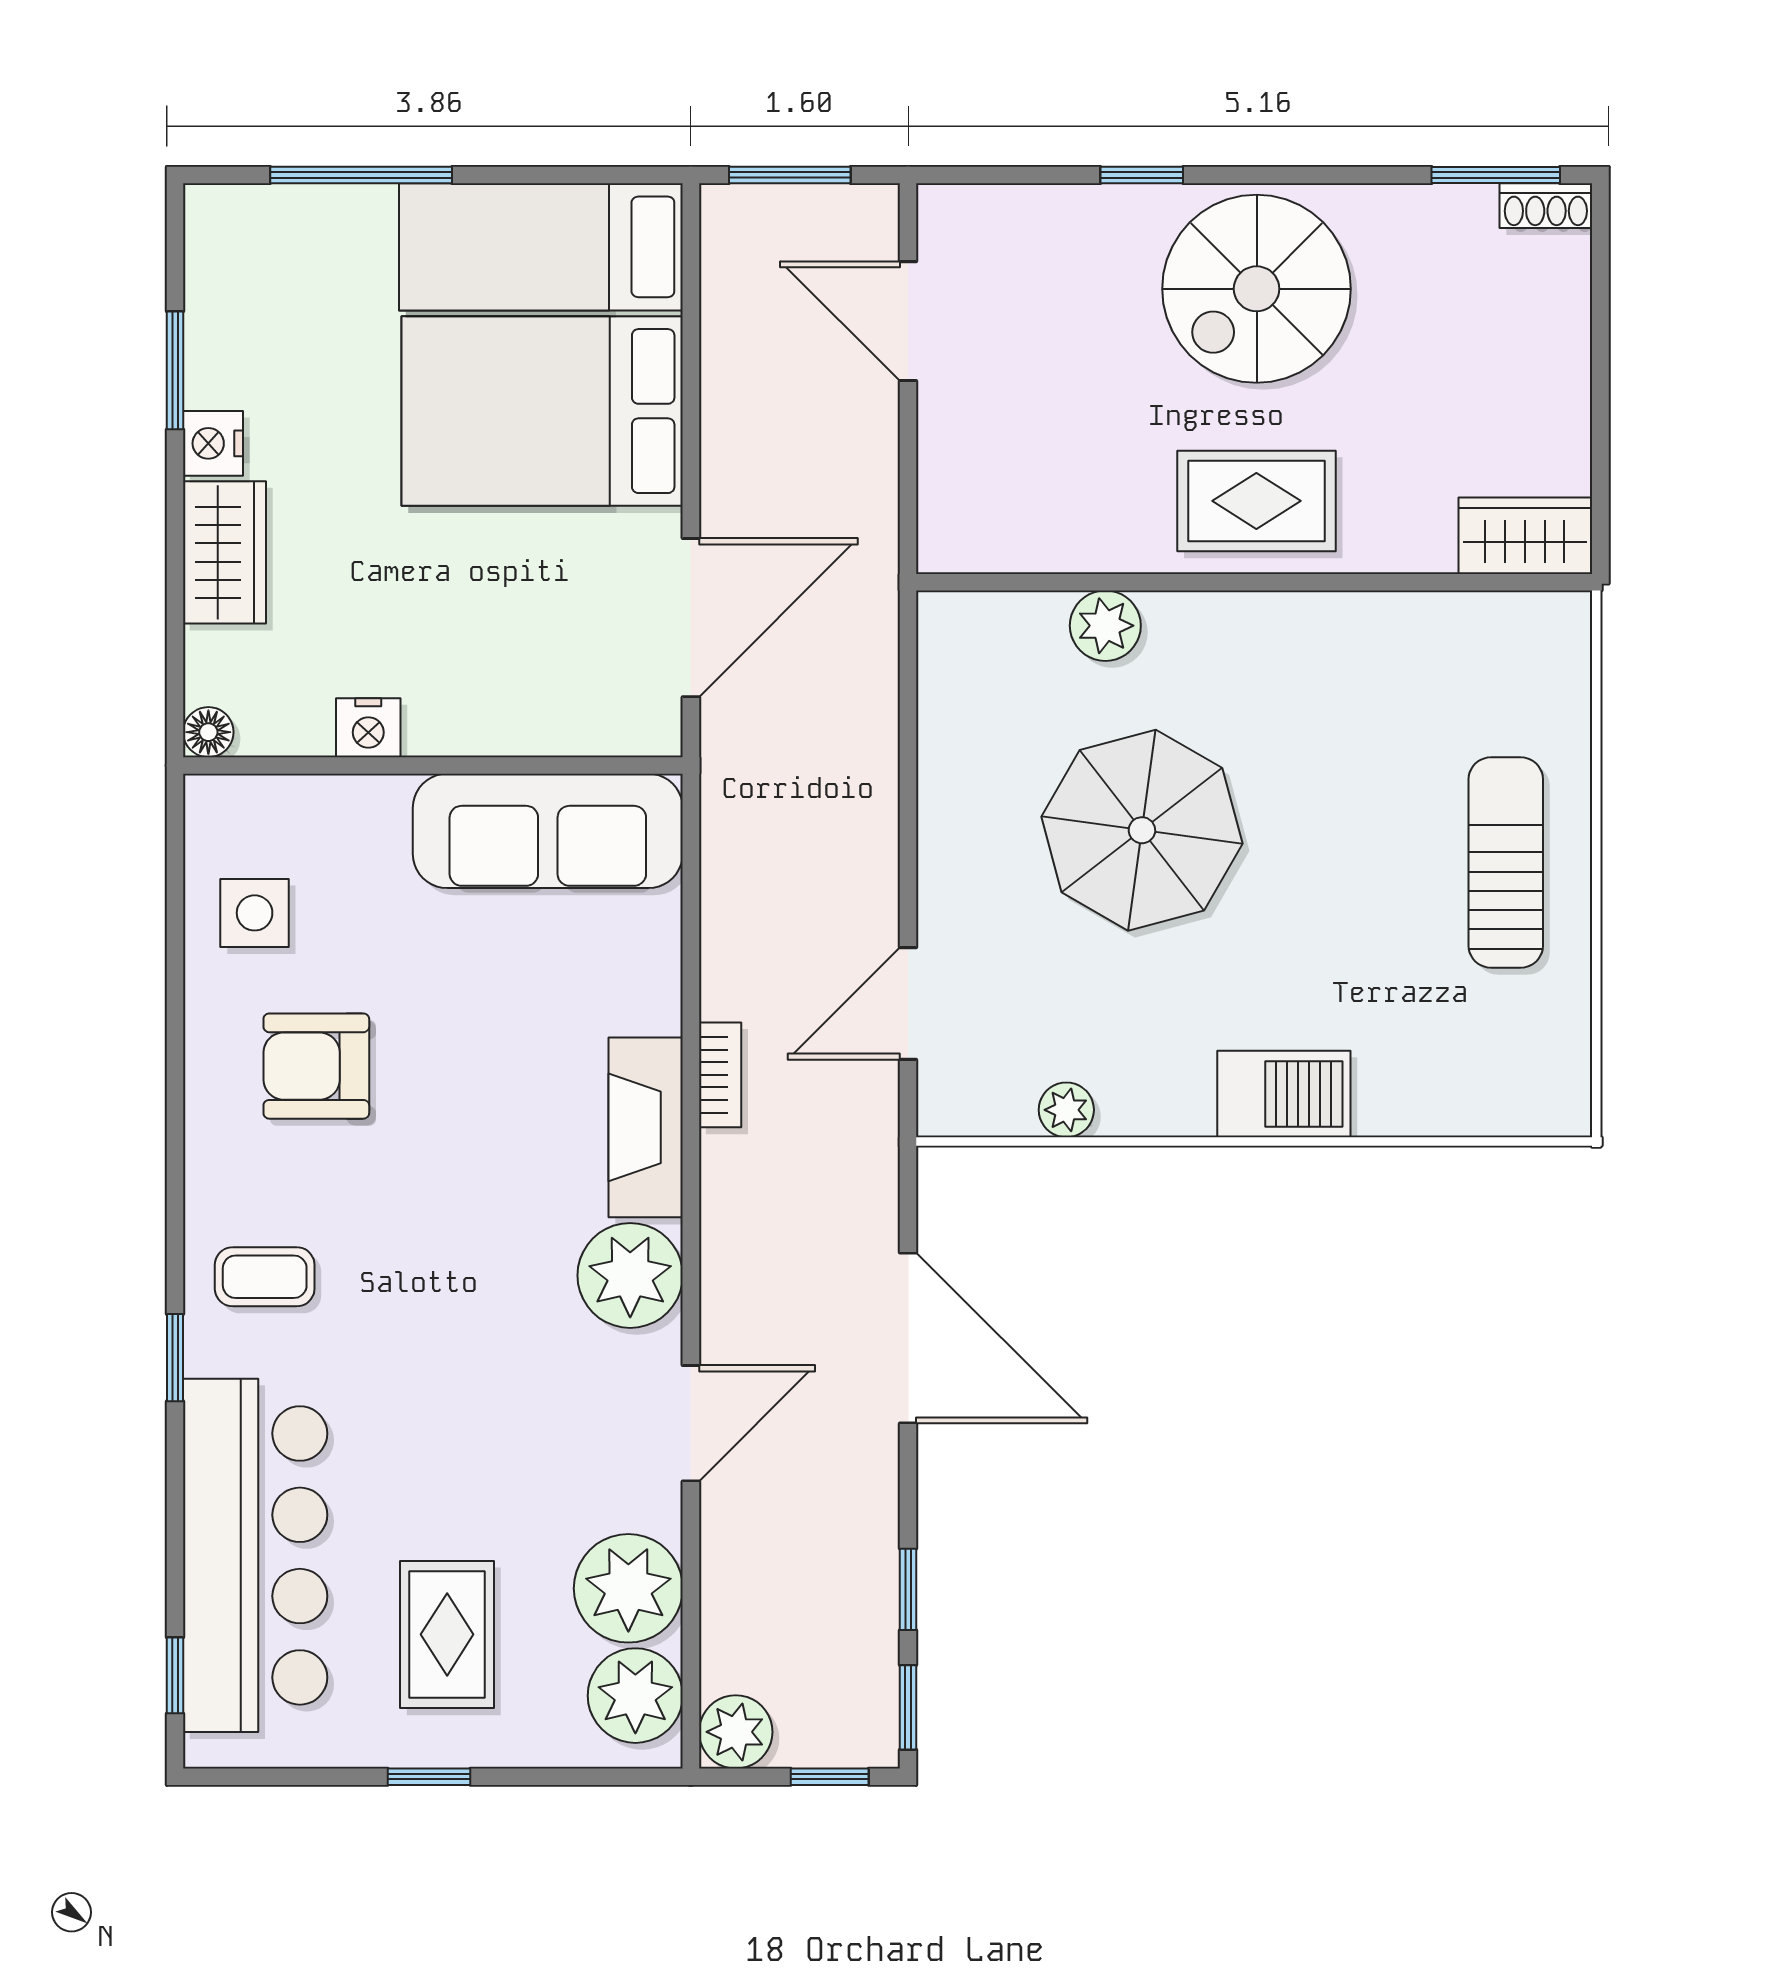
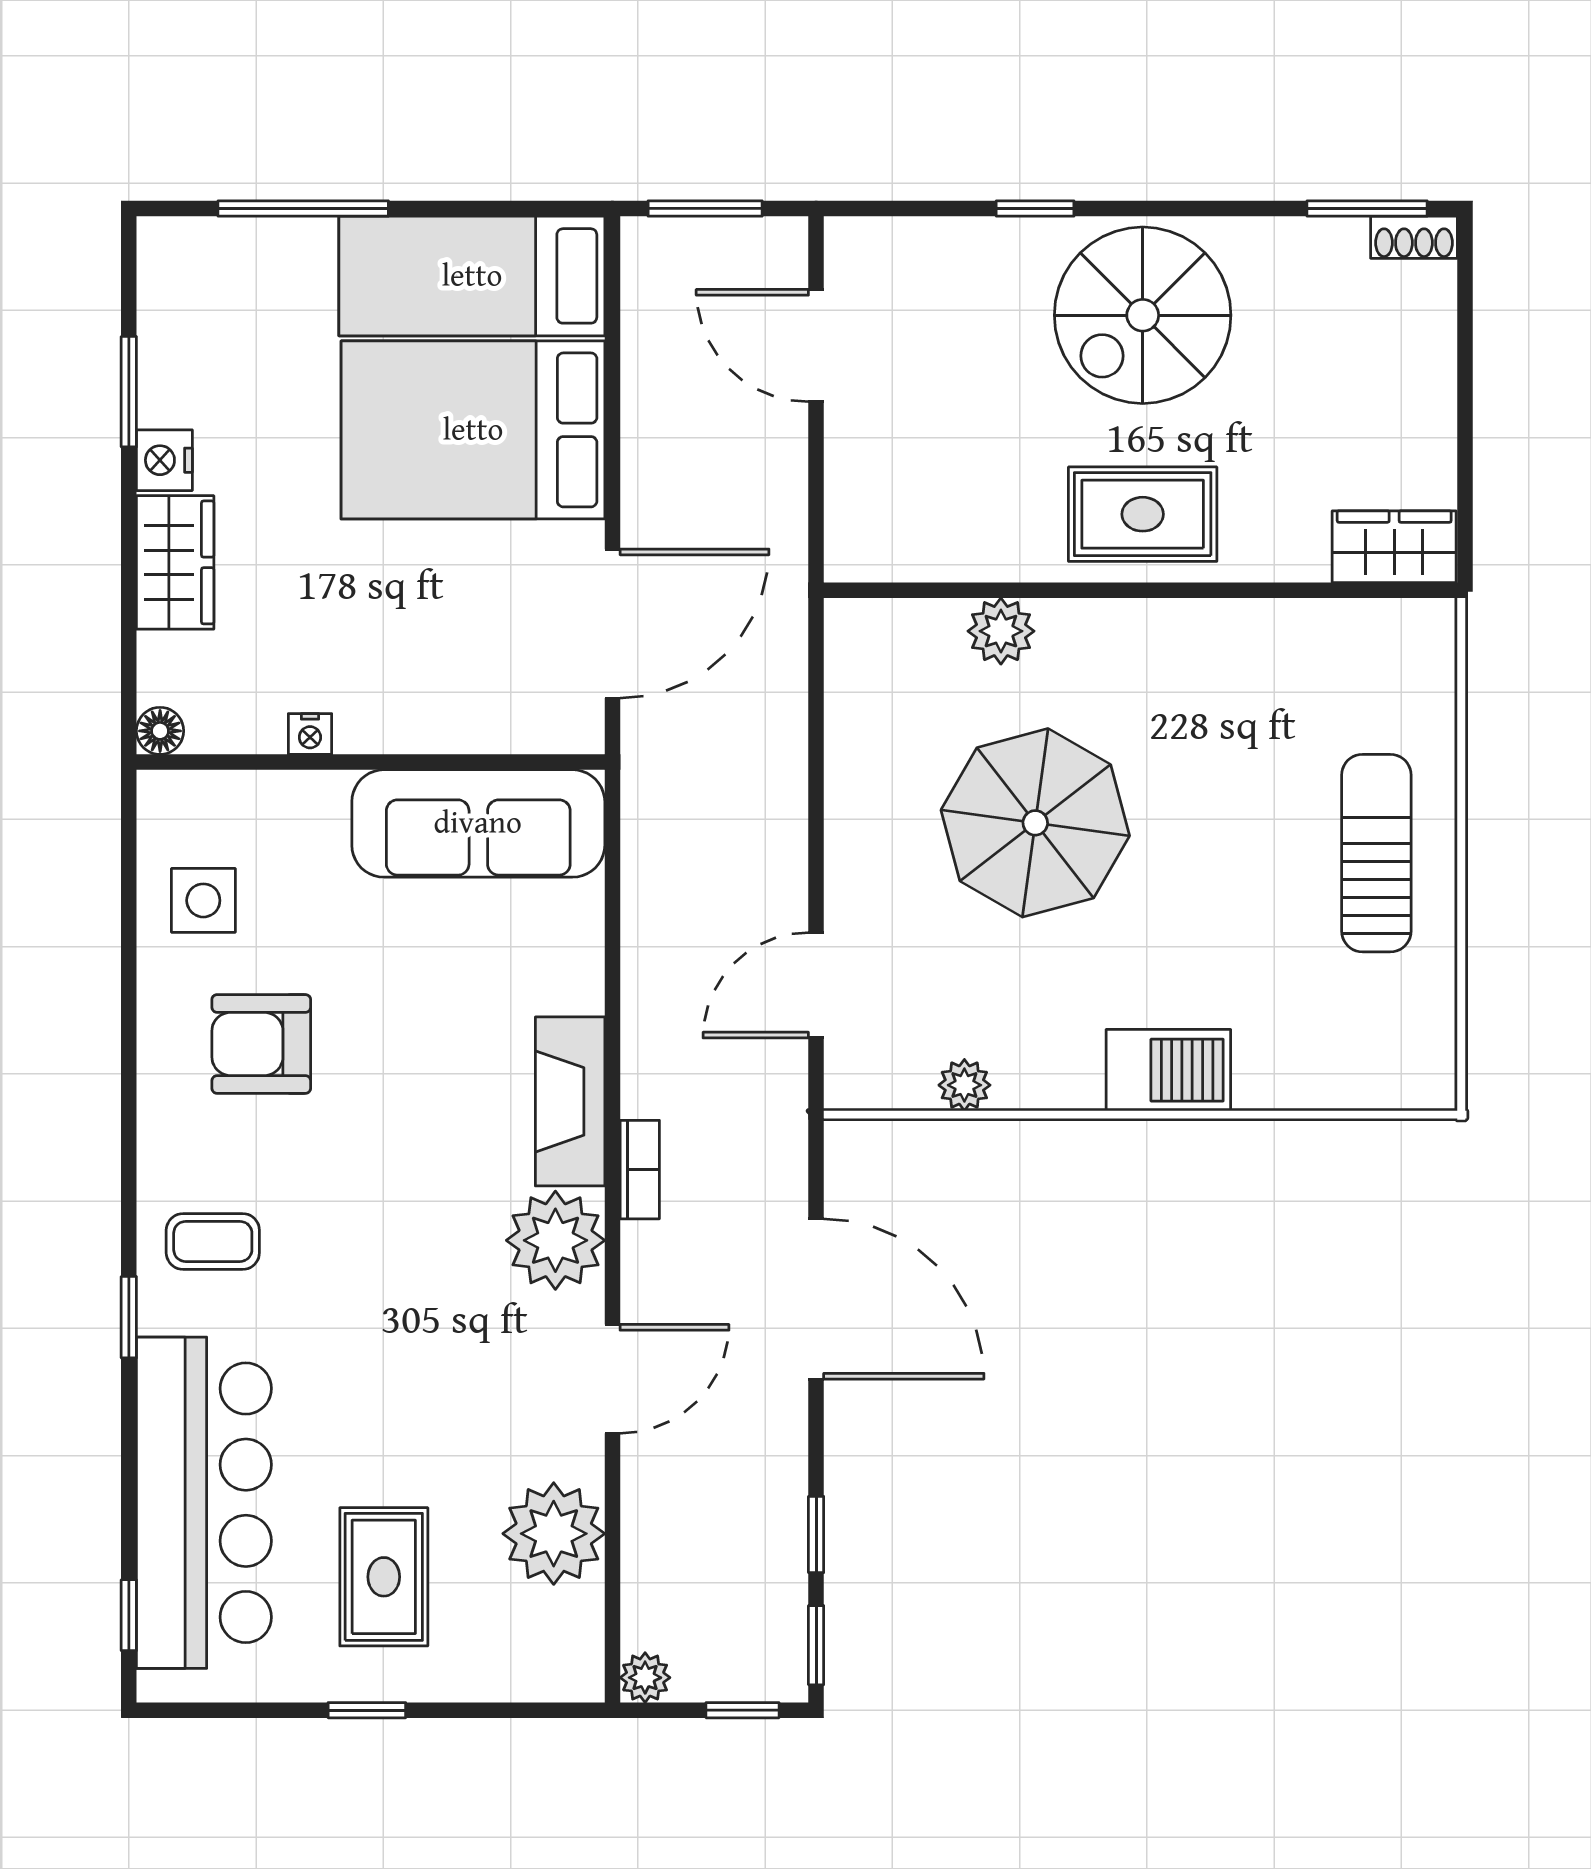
nightstand: (368, 728) -> (310, 734), width x0.72, depth x0.74
bookcase: (720, 1075) -> (640, 1170), moved
plant: (635, 1696) -> (560, 1634), removed
plant: (736, 1732) -> (645, 1678), width x0.73, depth x0.73

